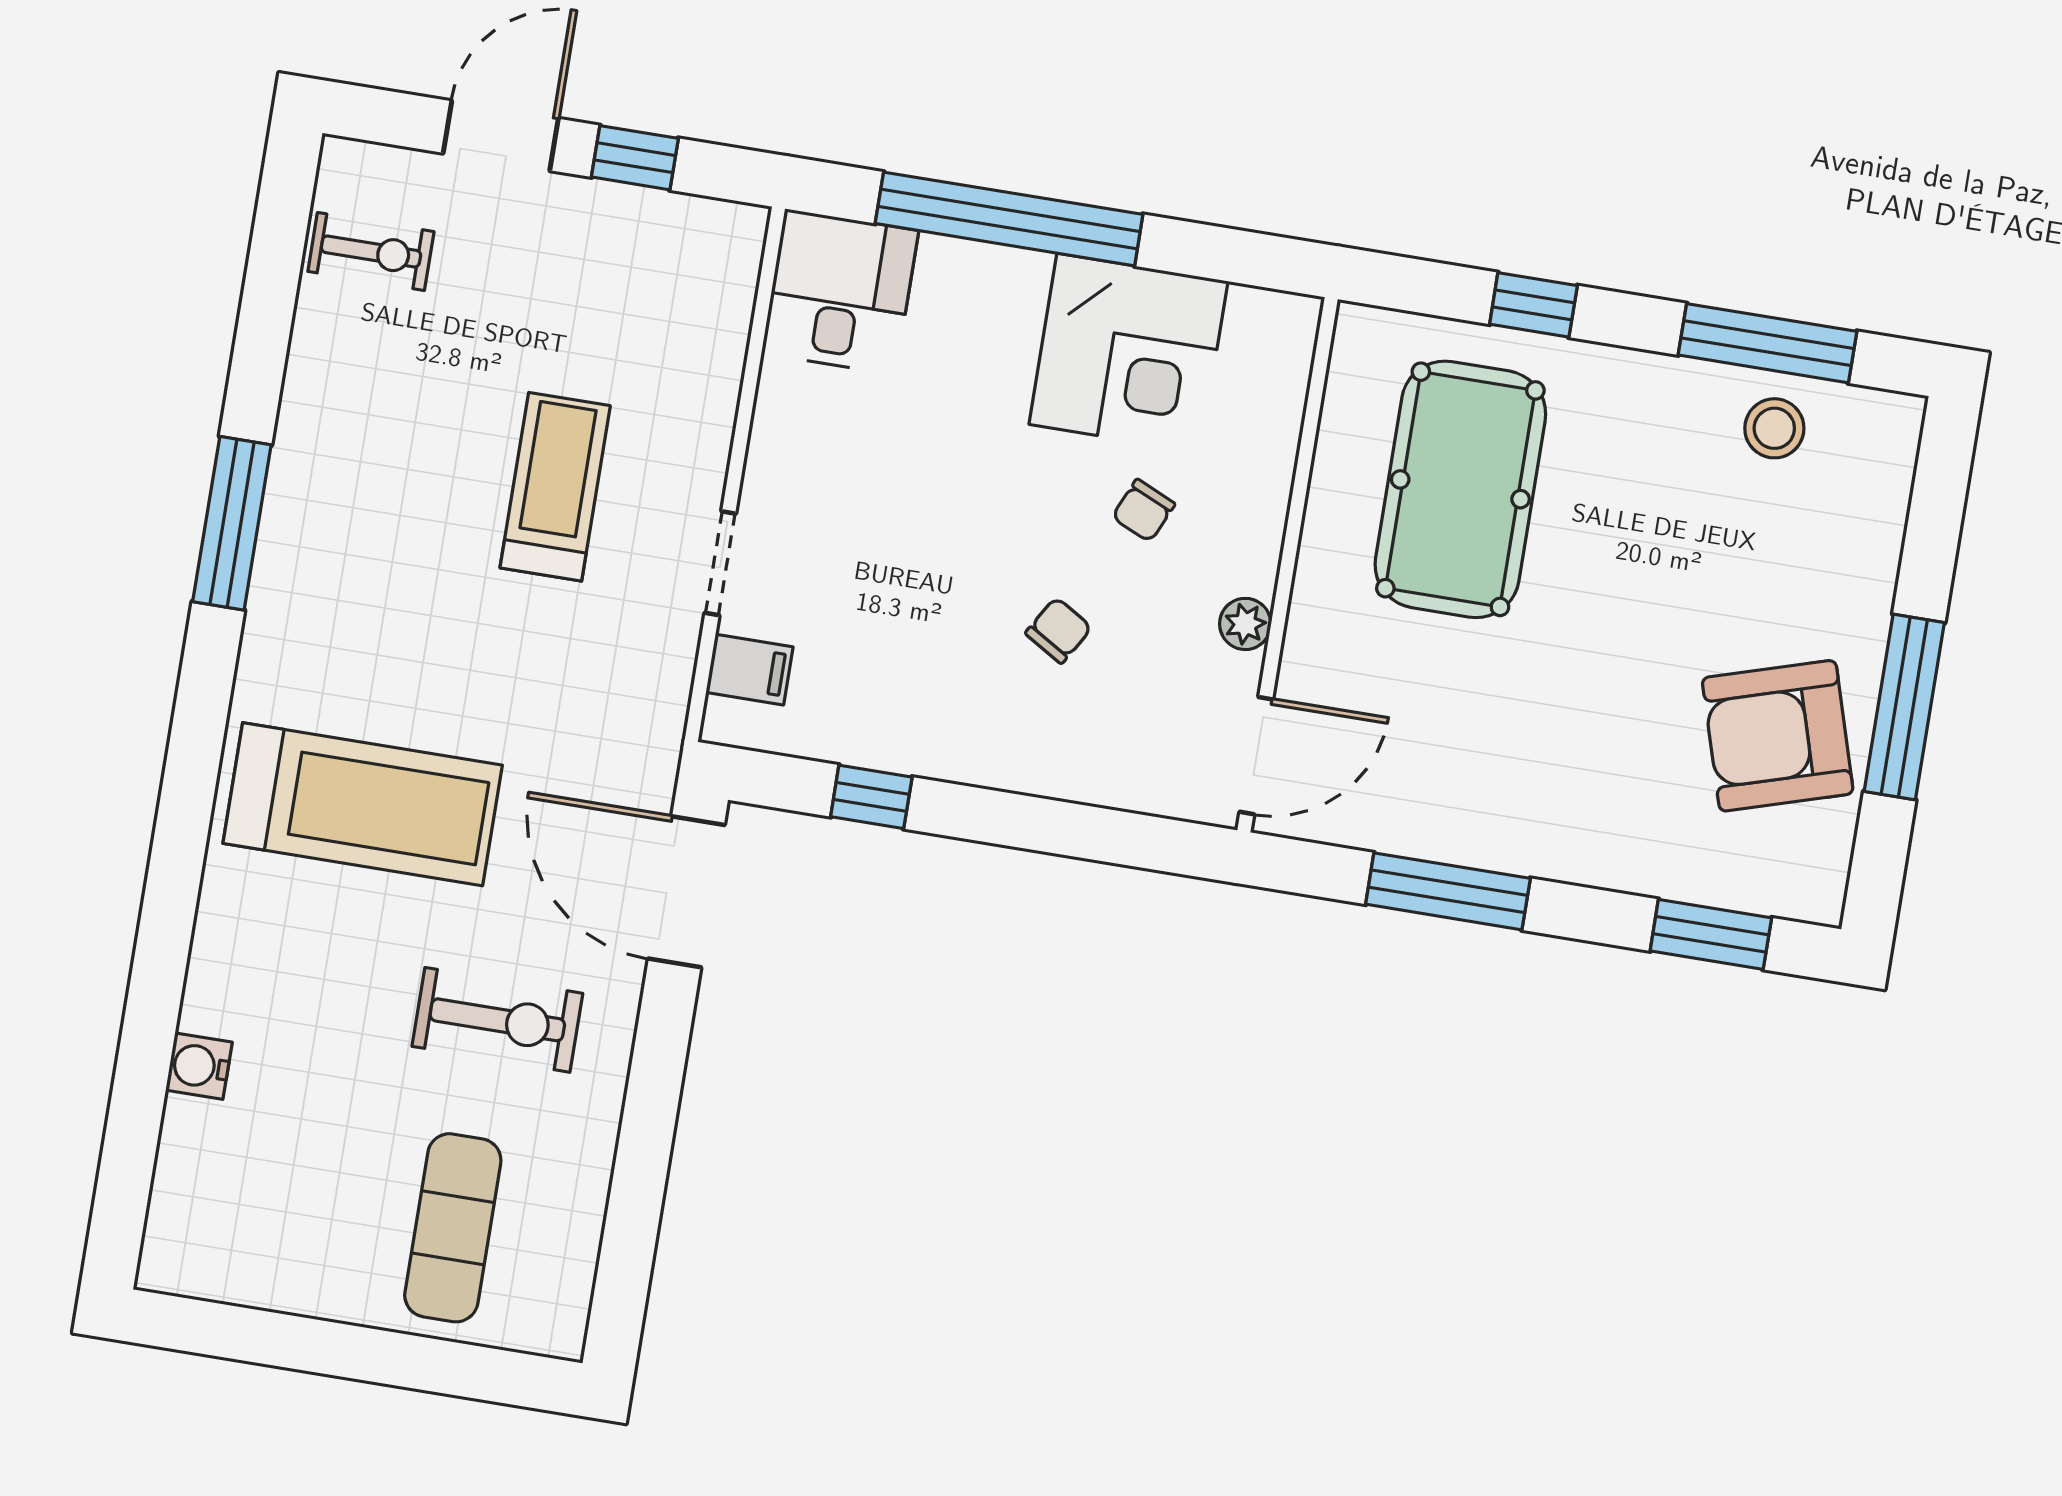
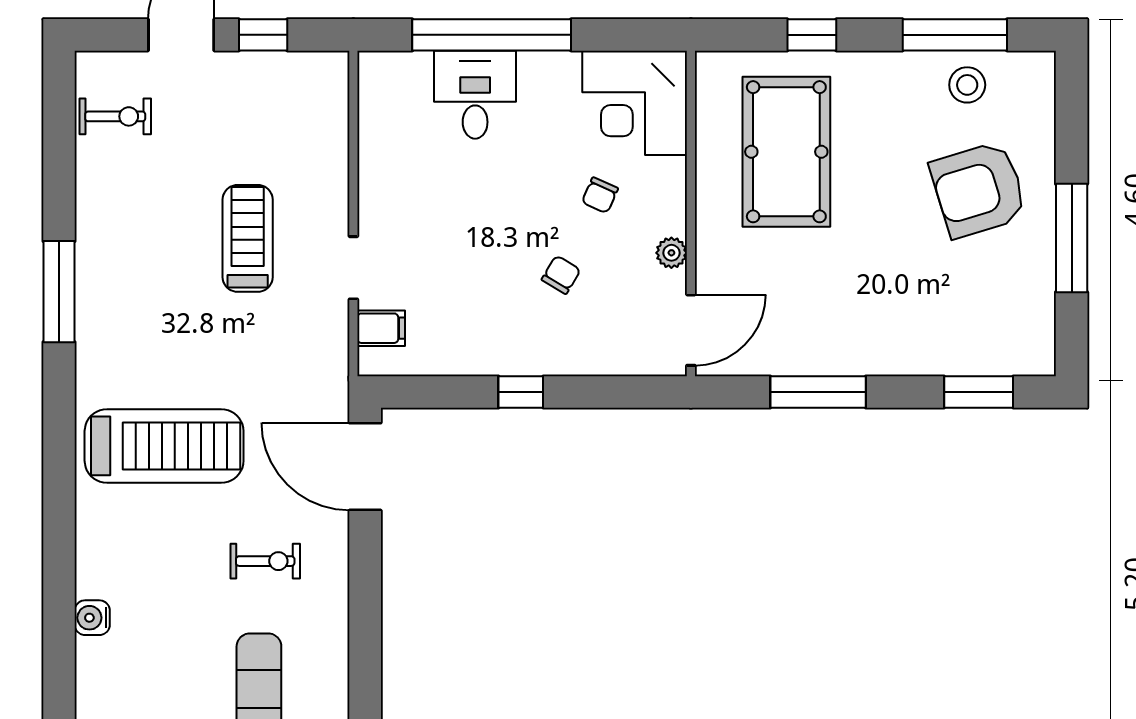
desk: (840, 292) -> (475, 95), moved
corner desk: (1128, 353) -> (635, 103), moved, turned 90
armchair: (1778, 736) -> (979, 190), moved
window: (871, 797) -> (521, 392), moved
exercise bike: (497, 1020) -> (265, 561), width x0.73, depth x0.72

